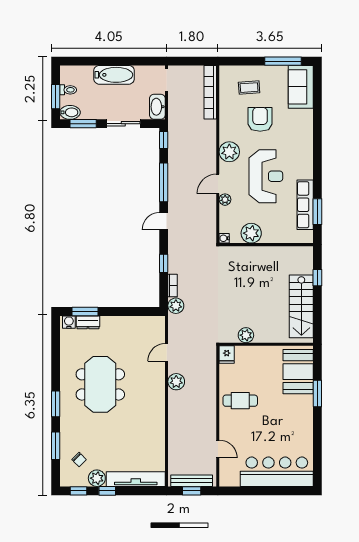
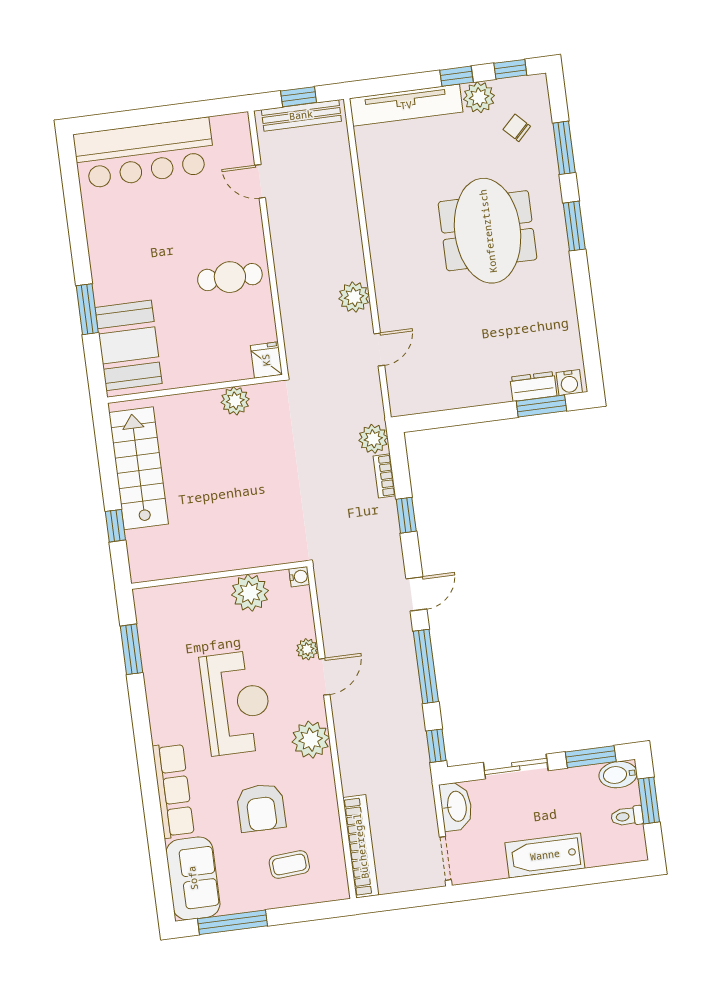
reception desk: (266, 176) -> (236, 703), turned 180
row of seats: (305, 205) -> (173, 790), moved
meeting table: (100, 384) -> (488, 231), moved

